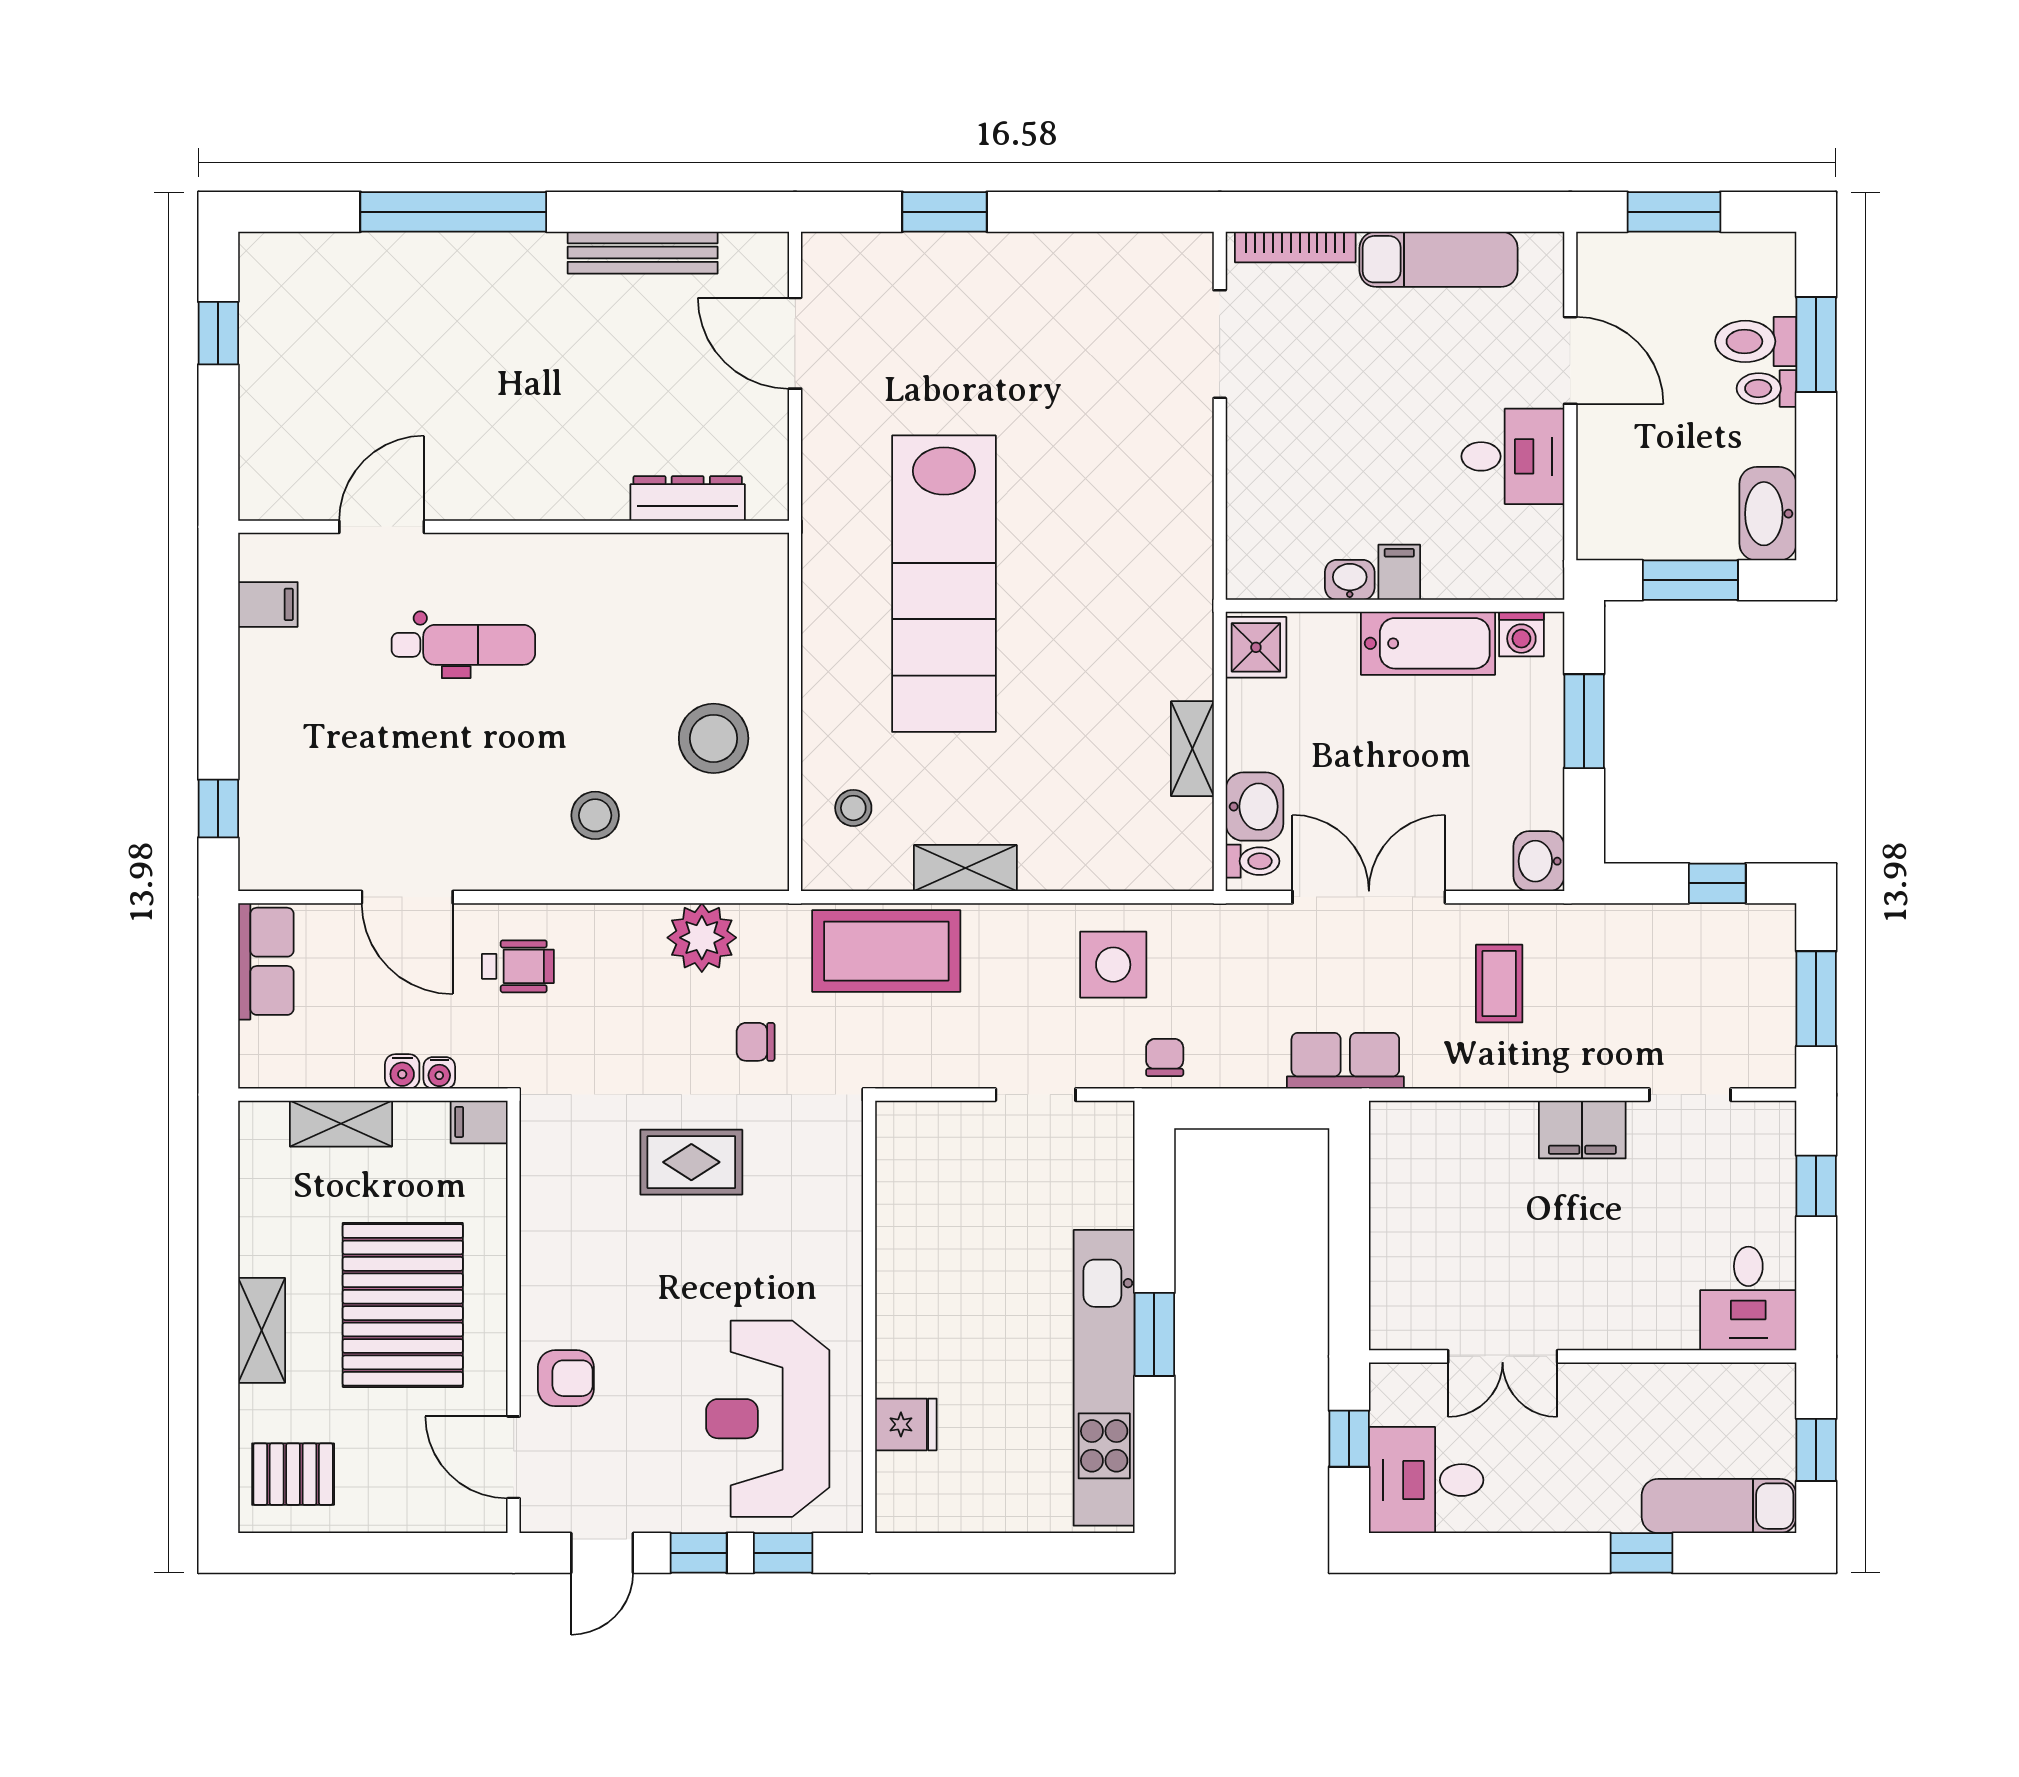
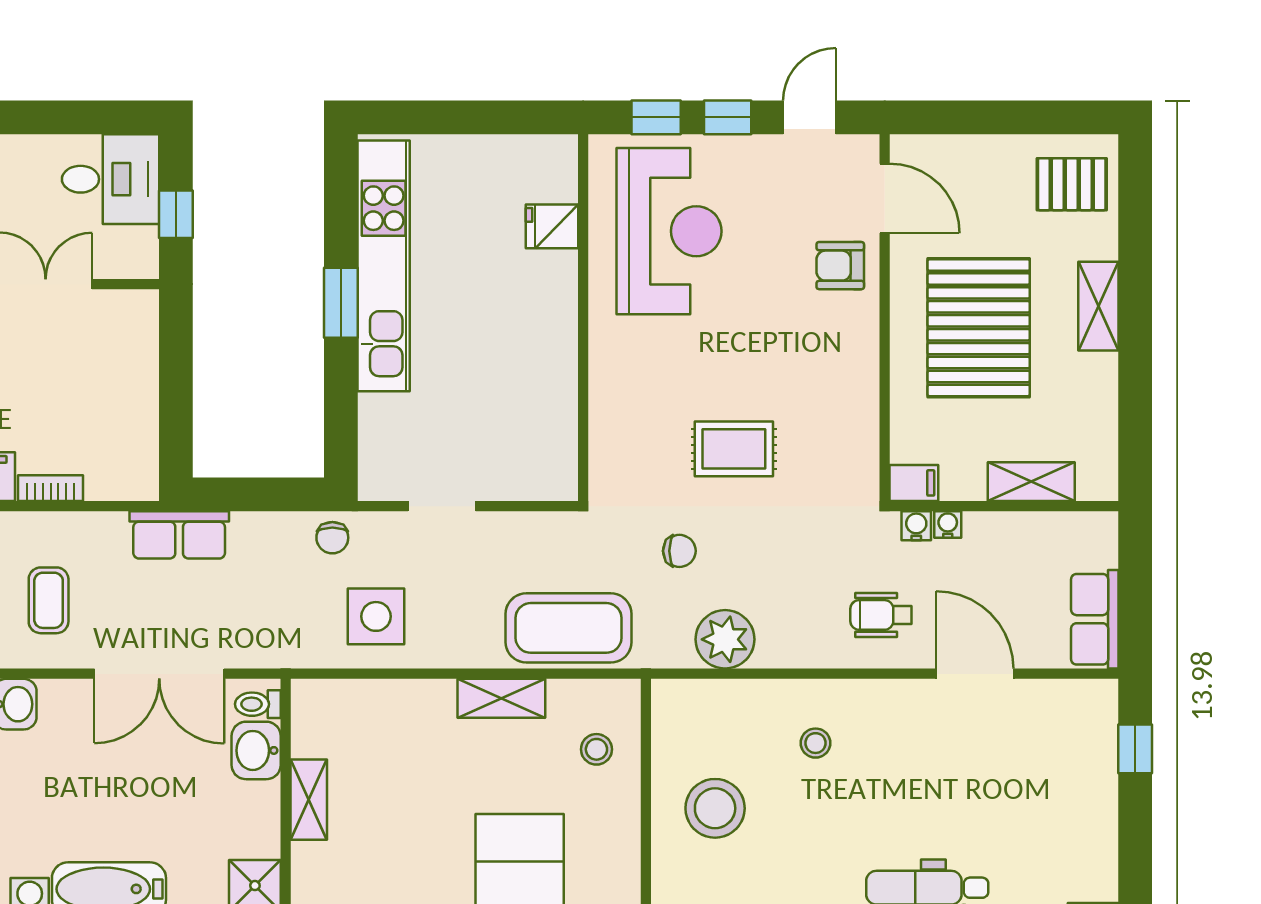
stool: (595, 815) -> (815, 743), width x0.73, depth x0.73
water cooler: (402, 1071) -> (916, 526), moved
bookcase: (1497, 1116) -> (51, 488), added

